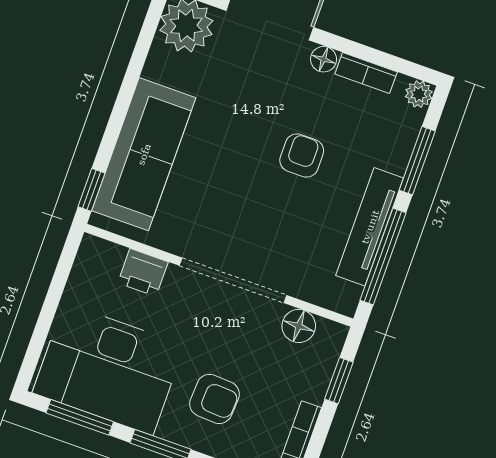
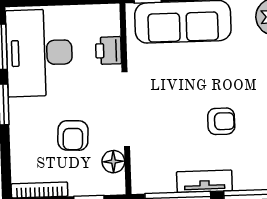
tv unit: (370, 227) -> (204, 181), width x0.71
armchair: (214, 399) -> (73, 135), moved

